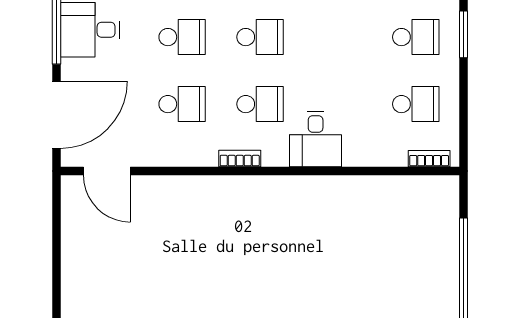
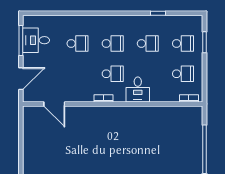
school desk: (182, 104) -> (148, 43), moved
door: (56, 115) -> (21, 79), width x0.73
door: (107, 171) -> (54, 104), moved

